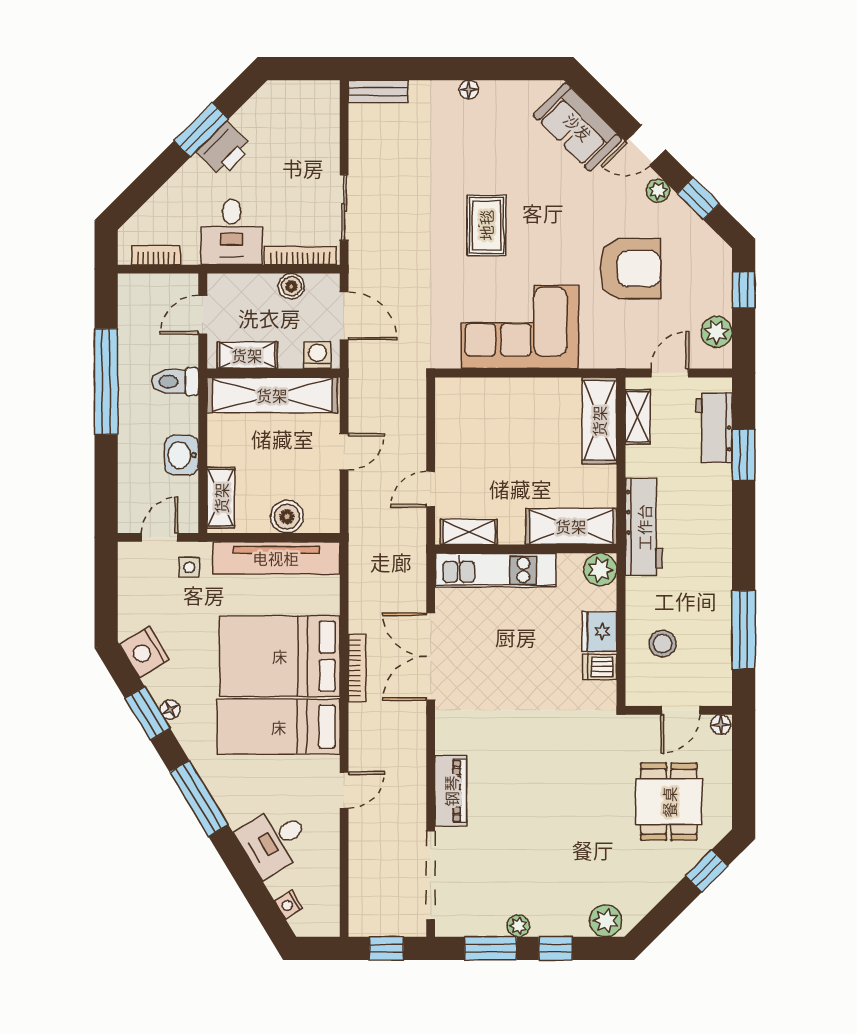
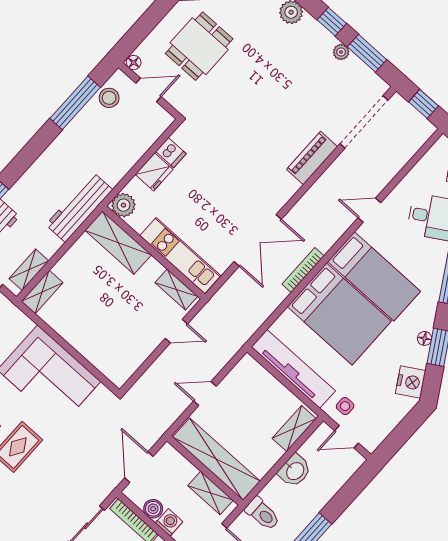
washing machine: (317, 355) -> (169, 522), moved, turned 180
shelving: (599, 421) -> (42, 292), width x0.67, depth x0.75
boiler: (287, 517) -> (267, 386), removed
stool: (663, 644) -> (109, 98), moved

